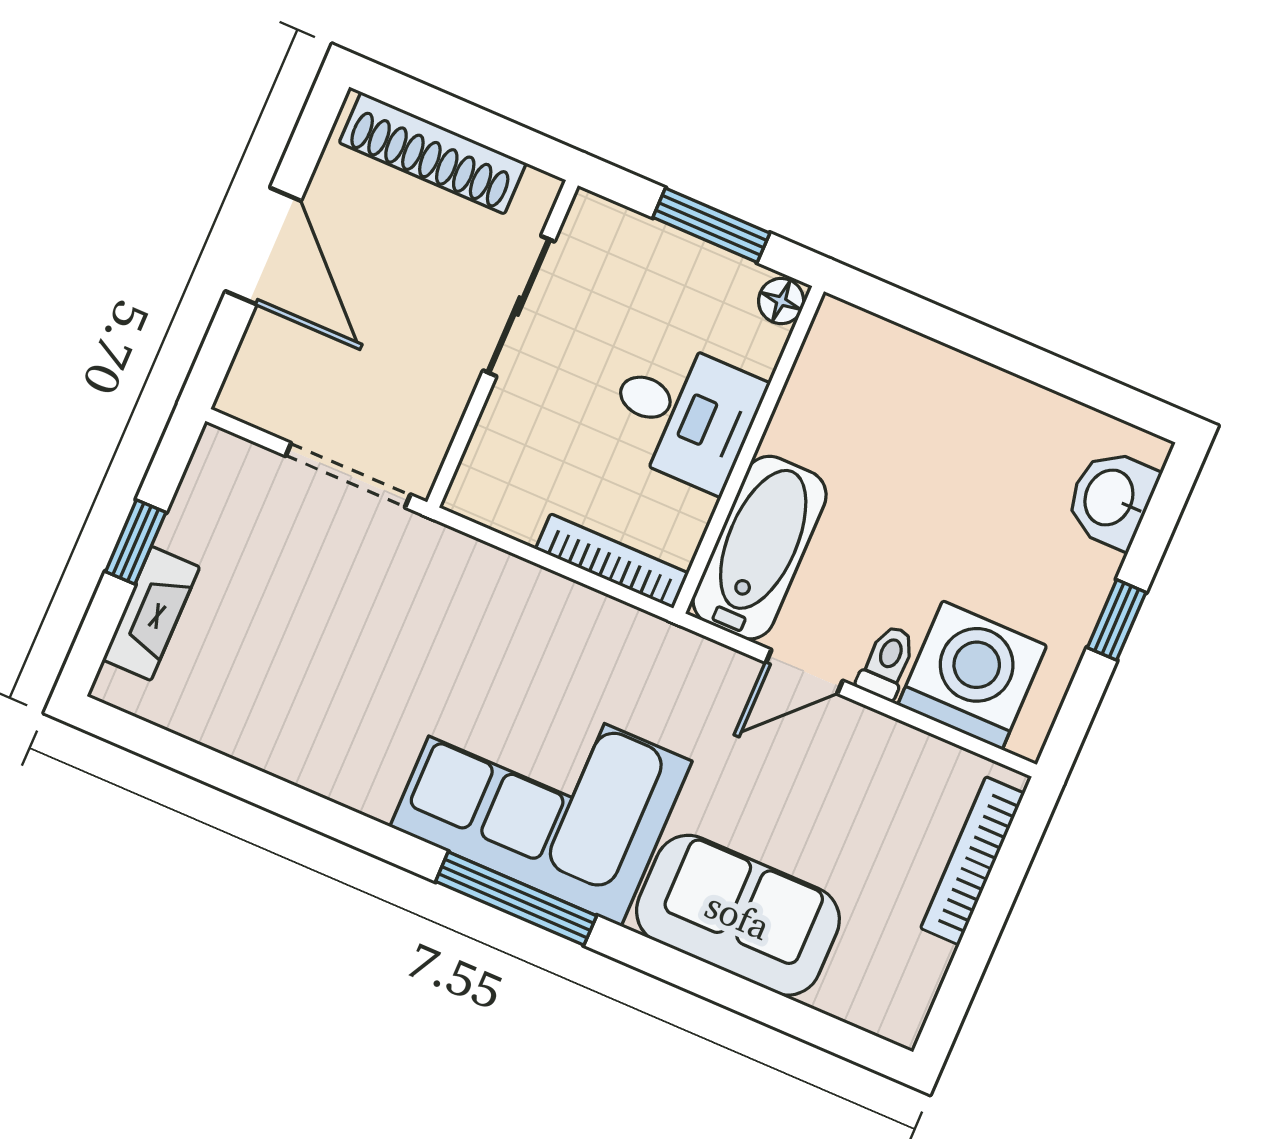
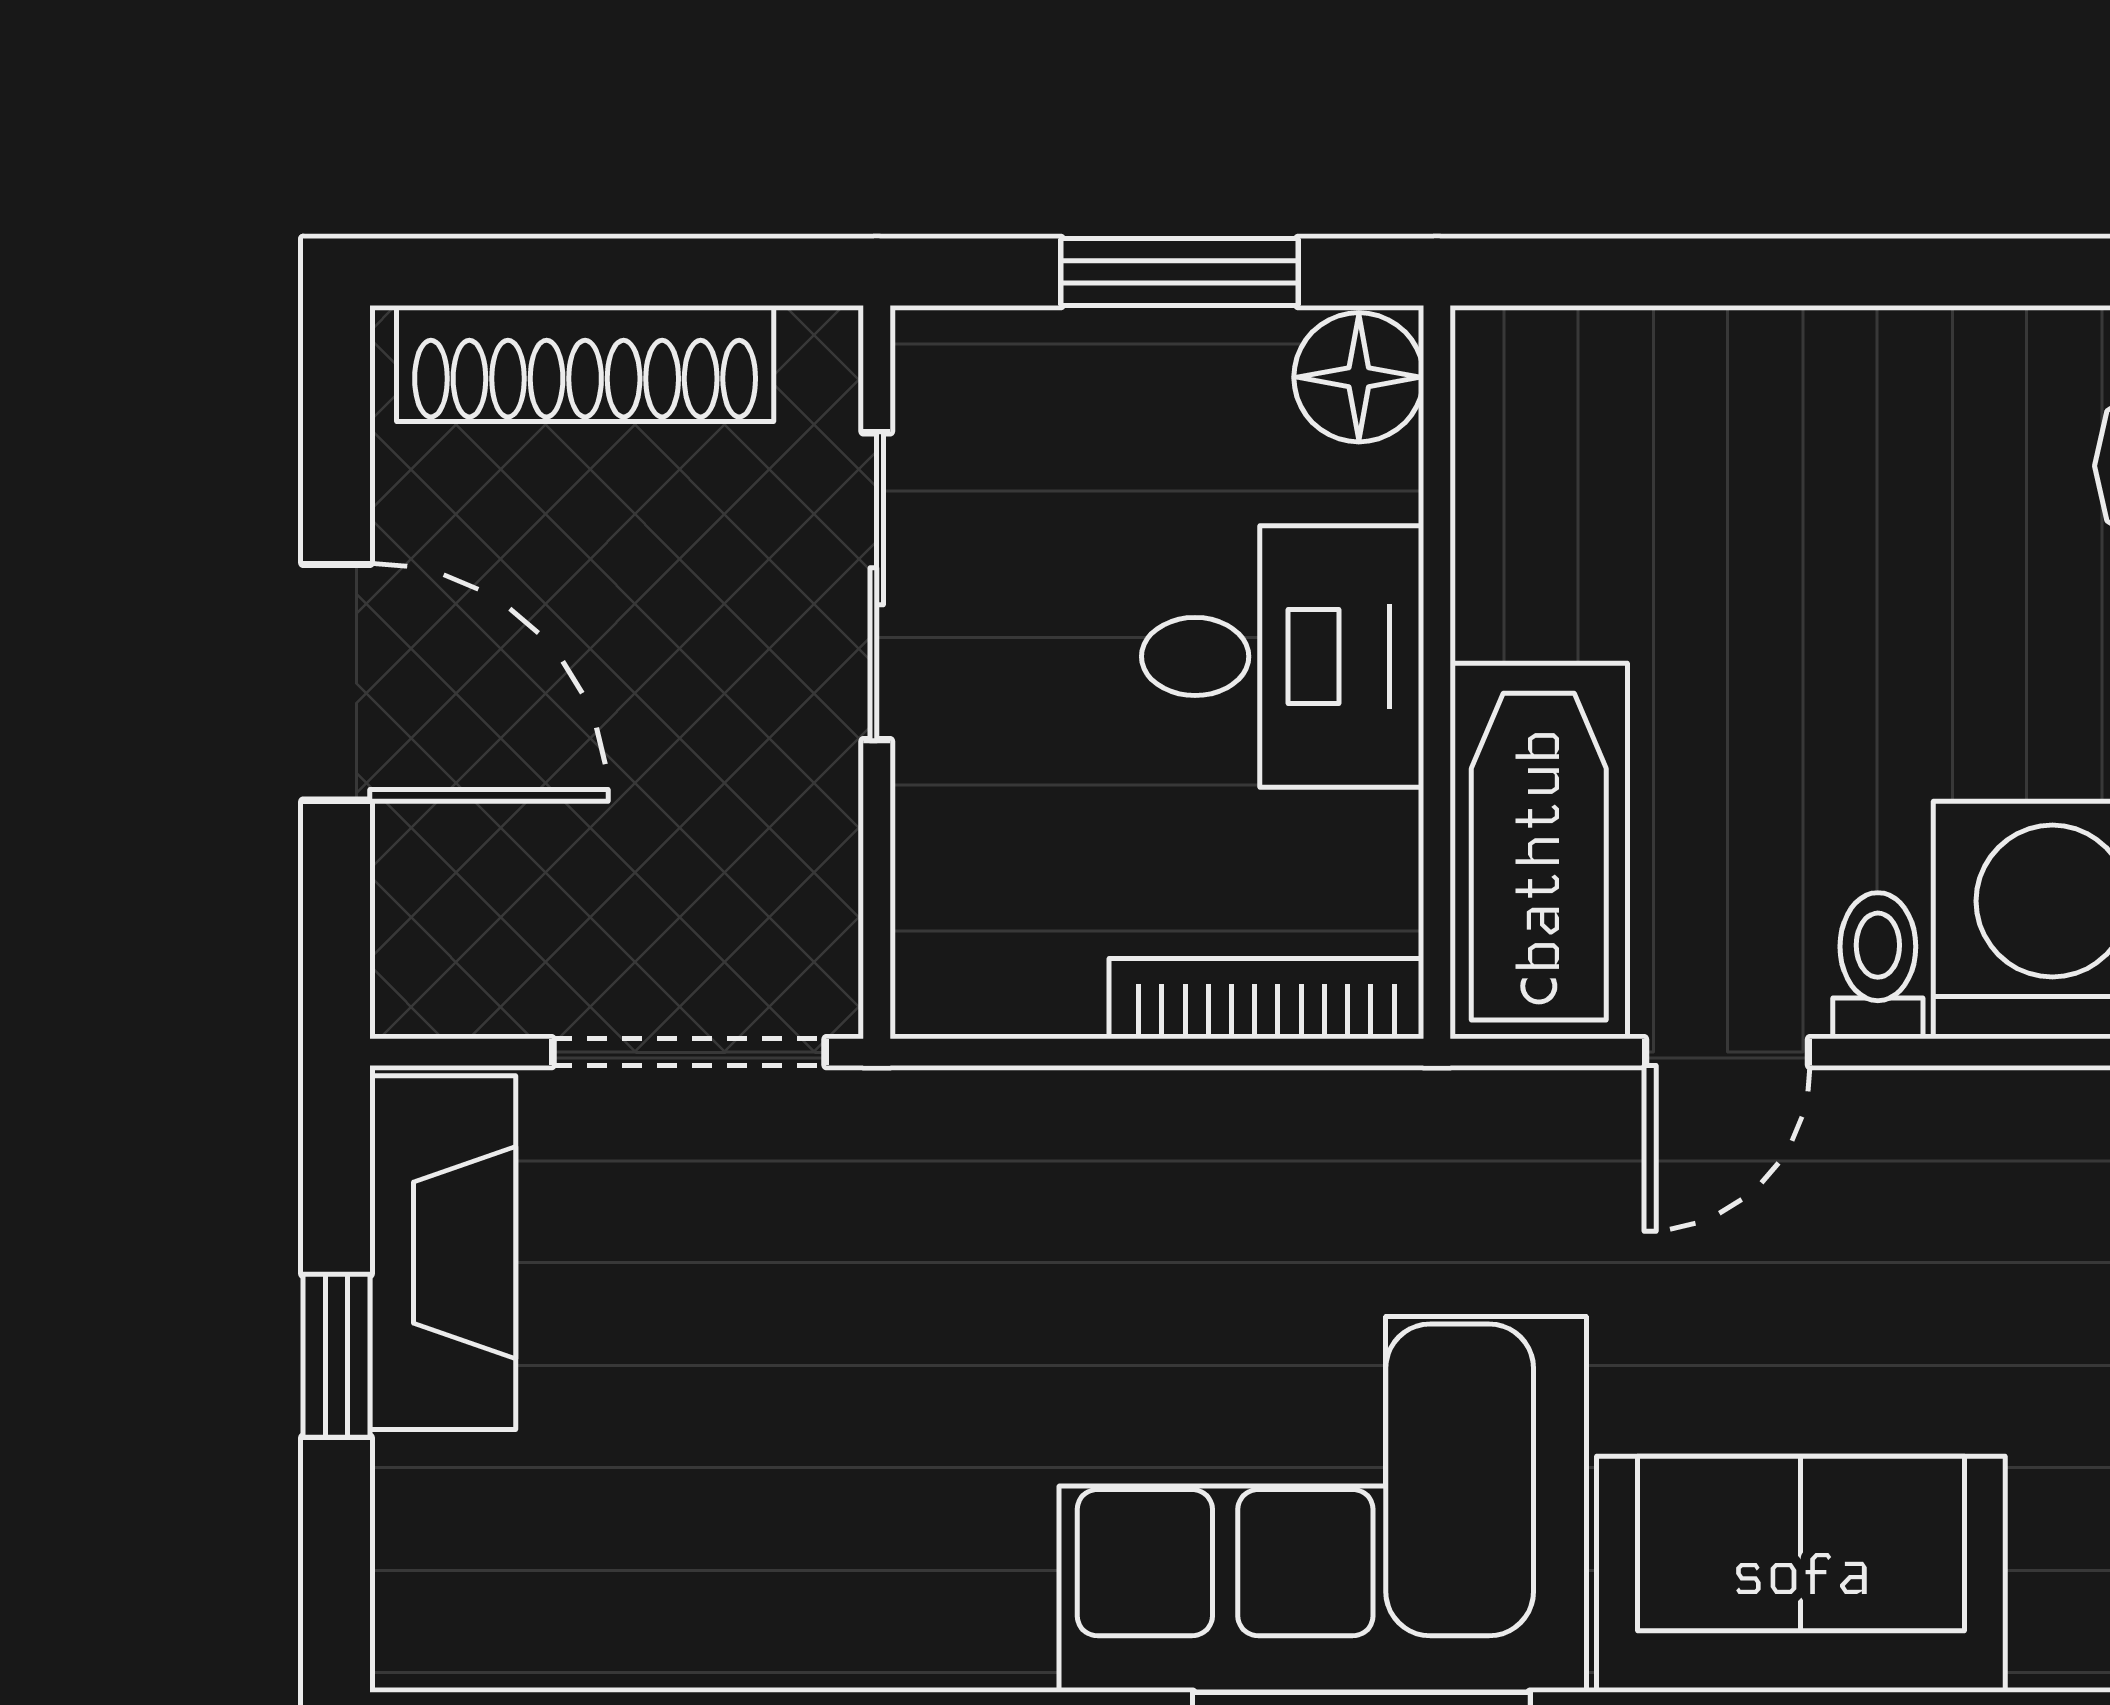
floor lamp: (781, 301) -> (1359, 377), width x1.37, depth x1.37
fireplace: (151, 613) -> (443, 1253), moved, width x1.37, depth x1.32

